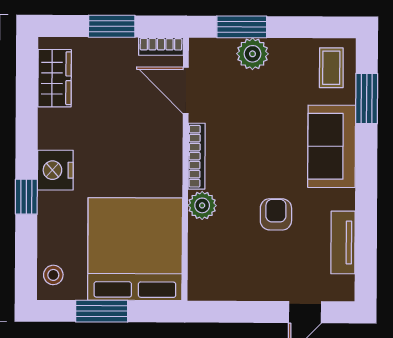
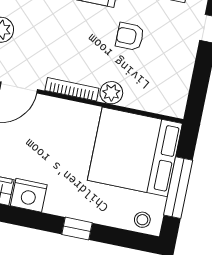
nightstand: (55, 170) -> (29, 195), moved
window: (102, 311) -> (178, 188), width x1.44

